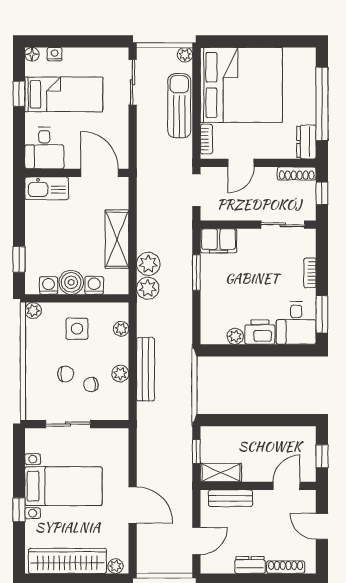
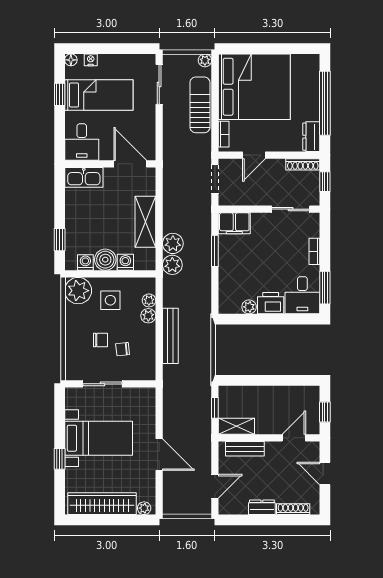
plant: (33, 311) -> (78, 291), width x1.88, depth x1.88
plant: (120, 374) -> (148, 316), moved

